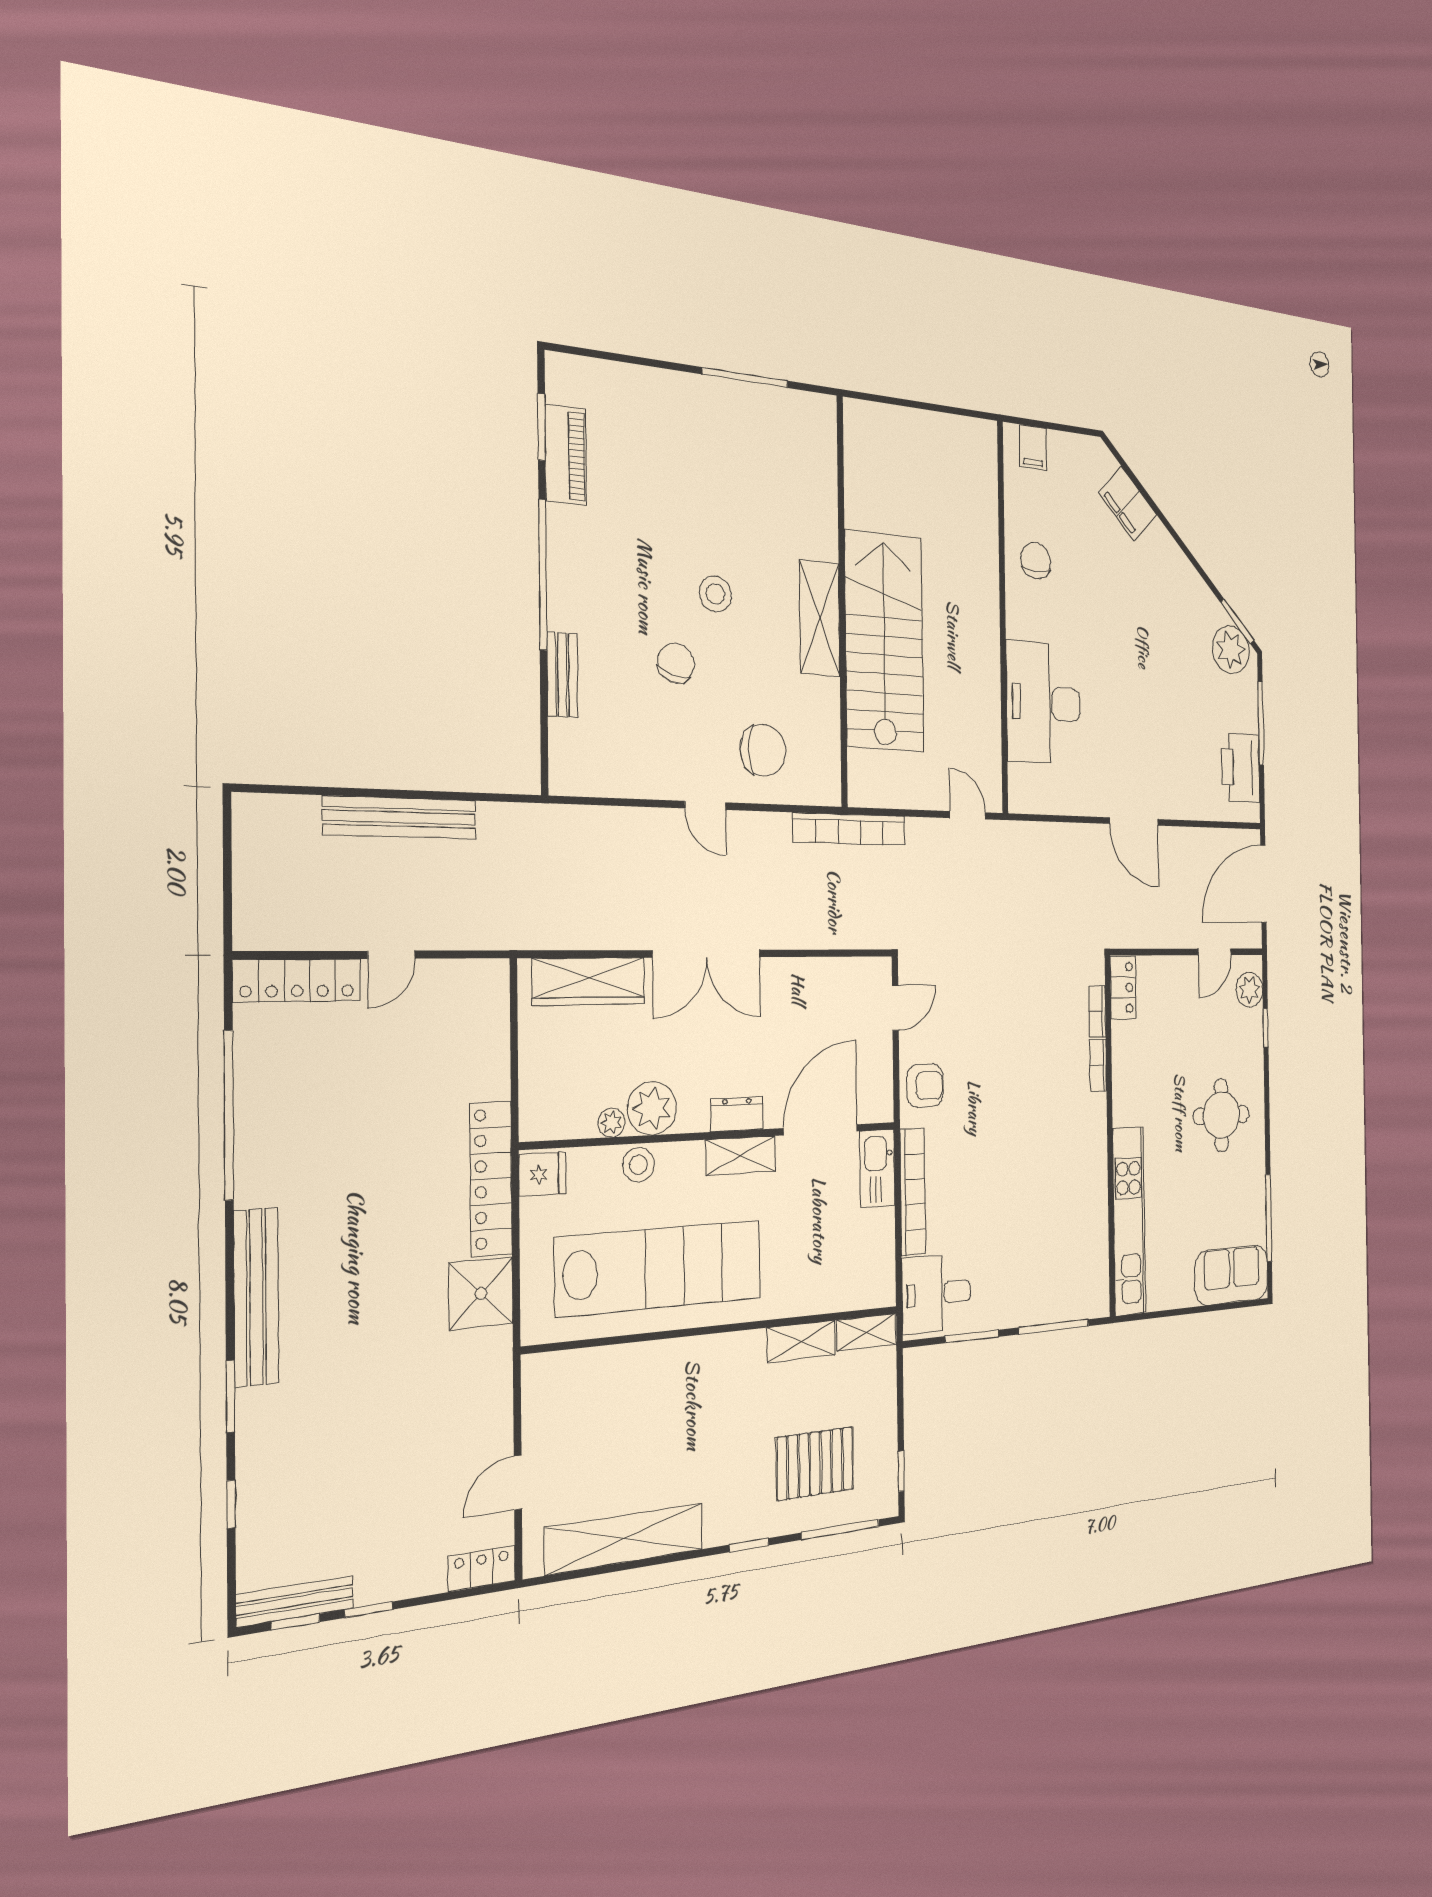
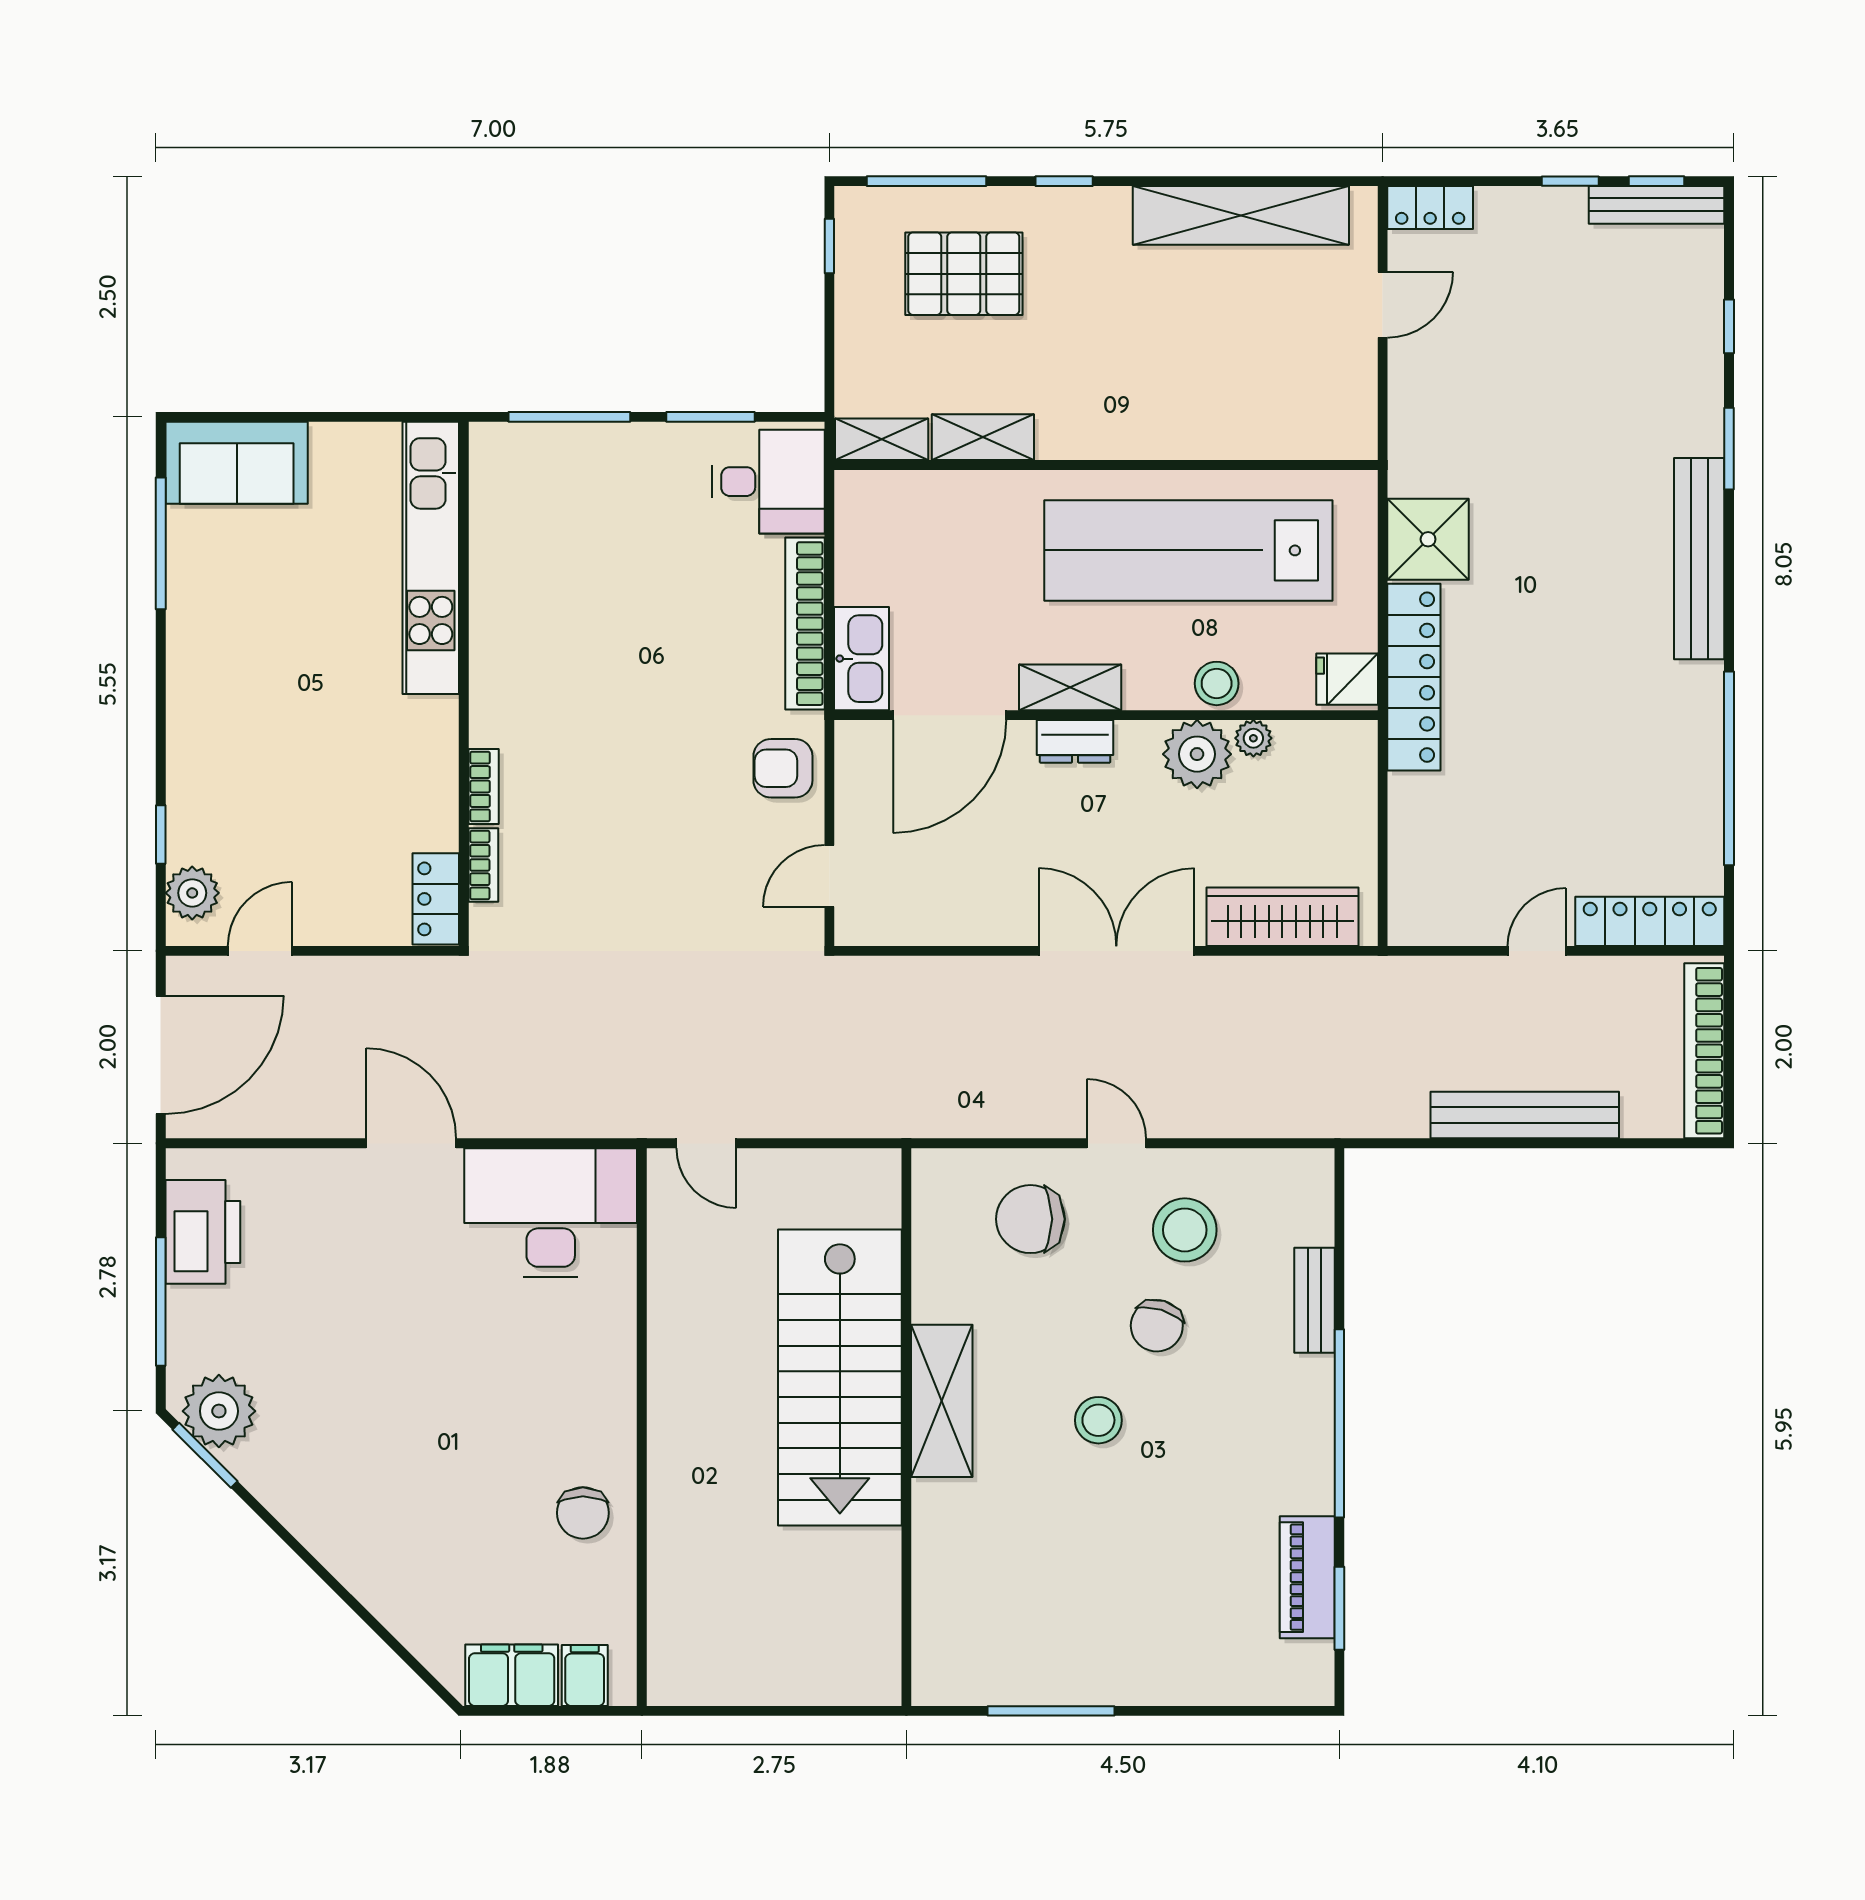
filing cabinet: (1128, 503) -> (512, 1675), moved, turned -45
desk: (1044, 703) -> (551, 1213), moved, turned -90
stool: (657, 736) -> (1185, 1230), added
bookcase: (849, 829) -> (1704, 1051), moved, turned -90
round table: (1221, 1115) -> (252, 705), removed

